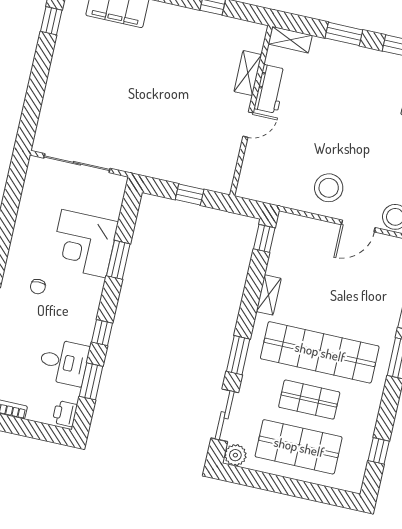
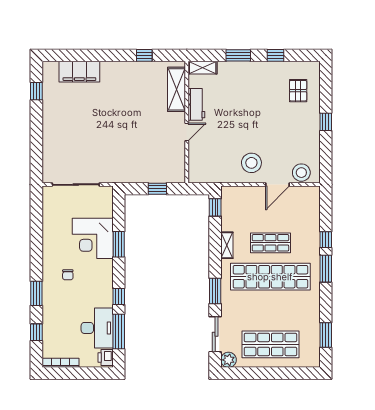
shelving: (248, 73) -> (176, 89), width x1.50, depth x1.33
desk: (64, 362) -> (97, 328), width x1.37
window: (91, 381) -> (119, 331), width x1.44
shop shelf: (309, 400) -> (270, 243), moved
window: (379, 451) -> (326, 335), width x1.50

